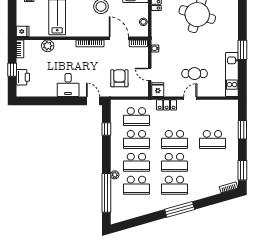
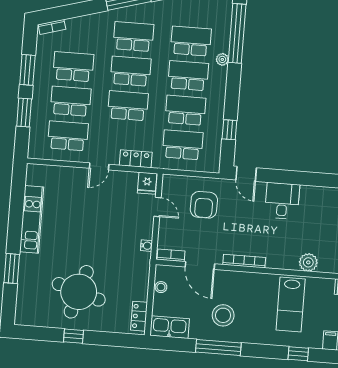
window: (242, 50) -> (12, 269), moved
cafe table: (194, 74) -> (90, 203), removed
kitchen unit: (232, 74) -> (32, 219), moved
school desk: (212, 117) -> (68, 136), added
school desk: (212, 162) -> (73, 67), added
window: (242, 170) -> (27, 70), moved

